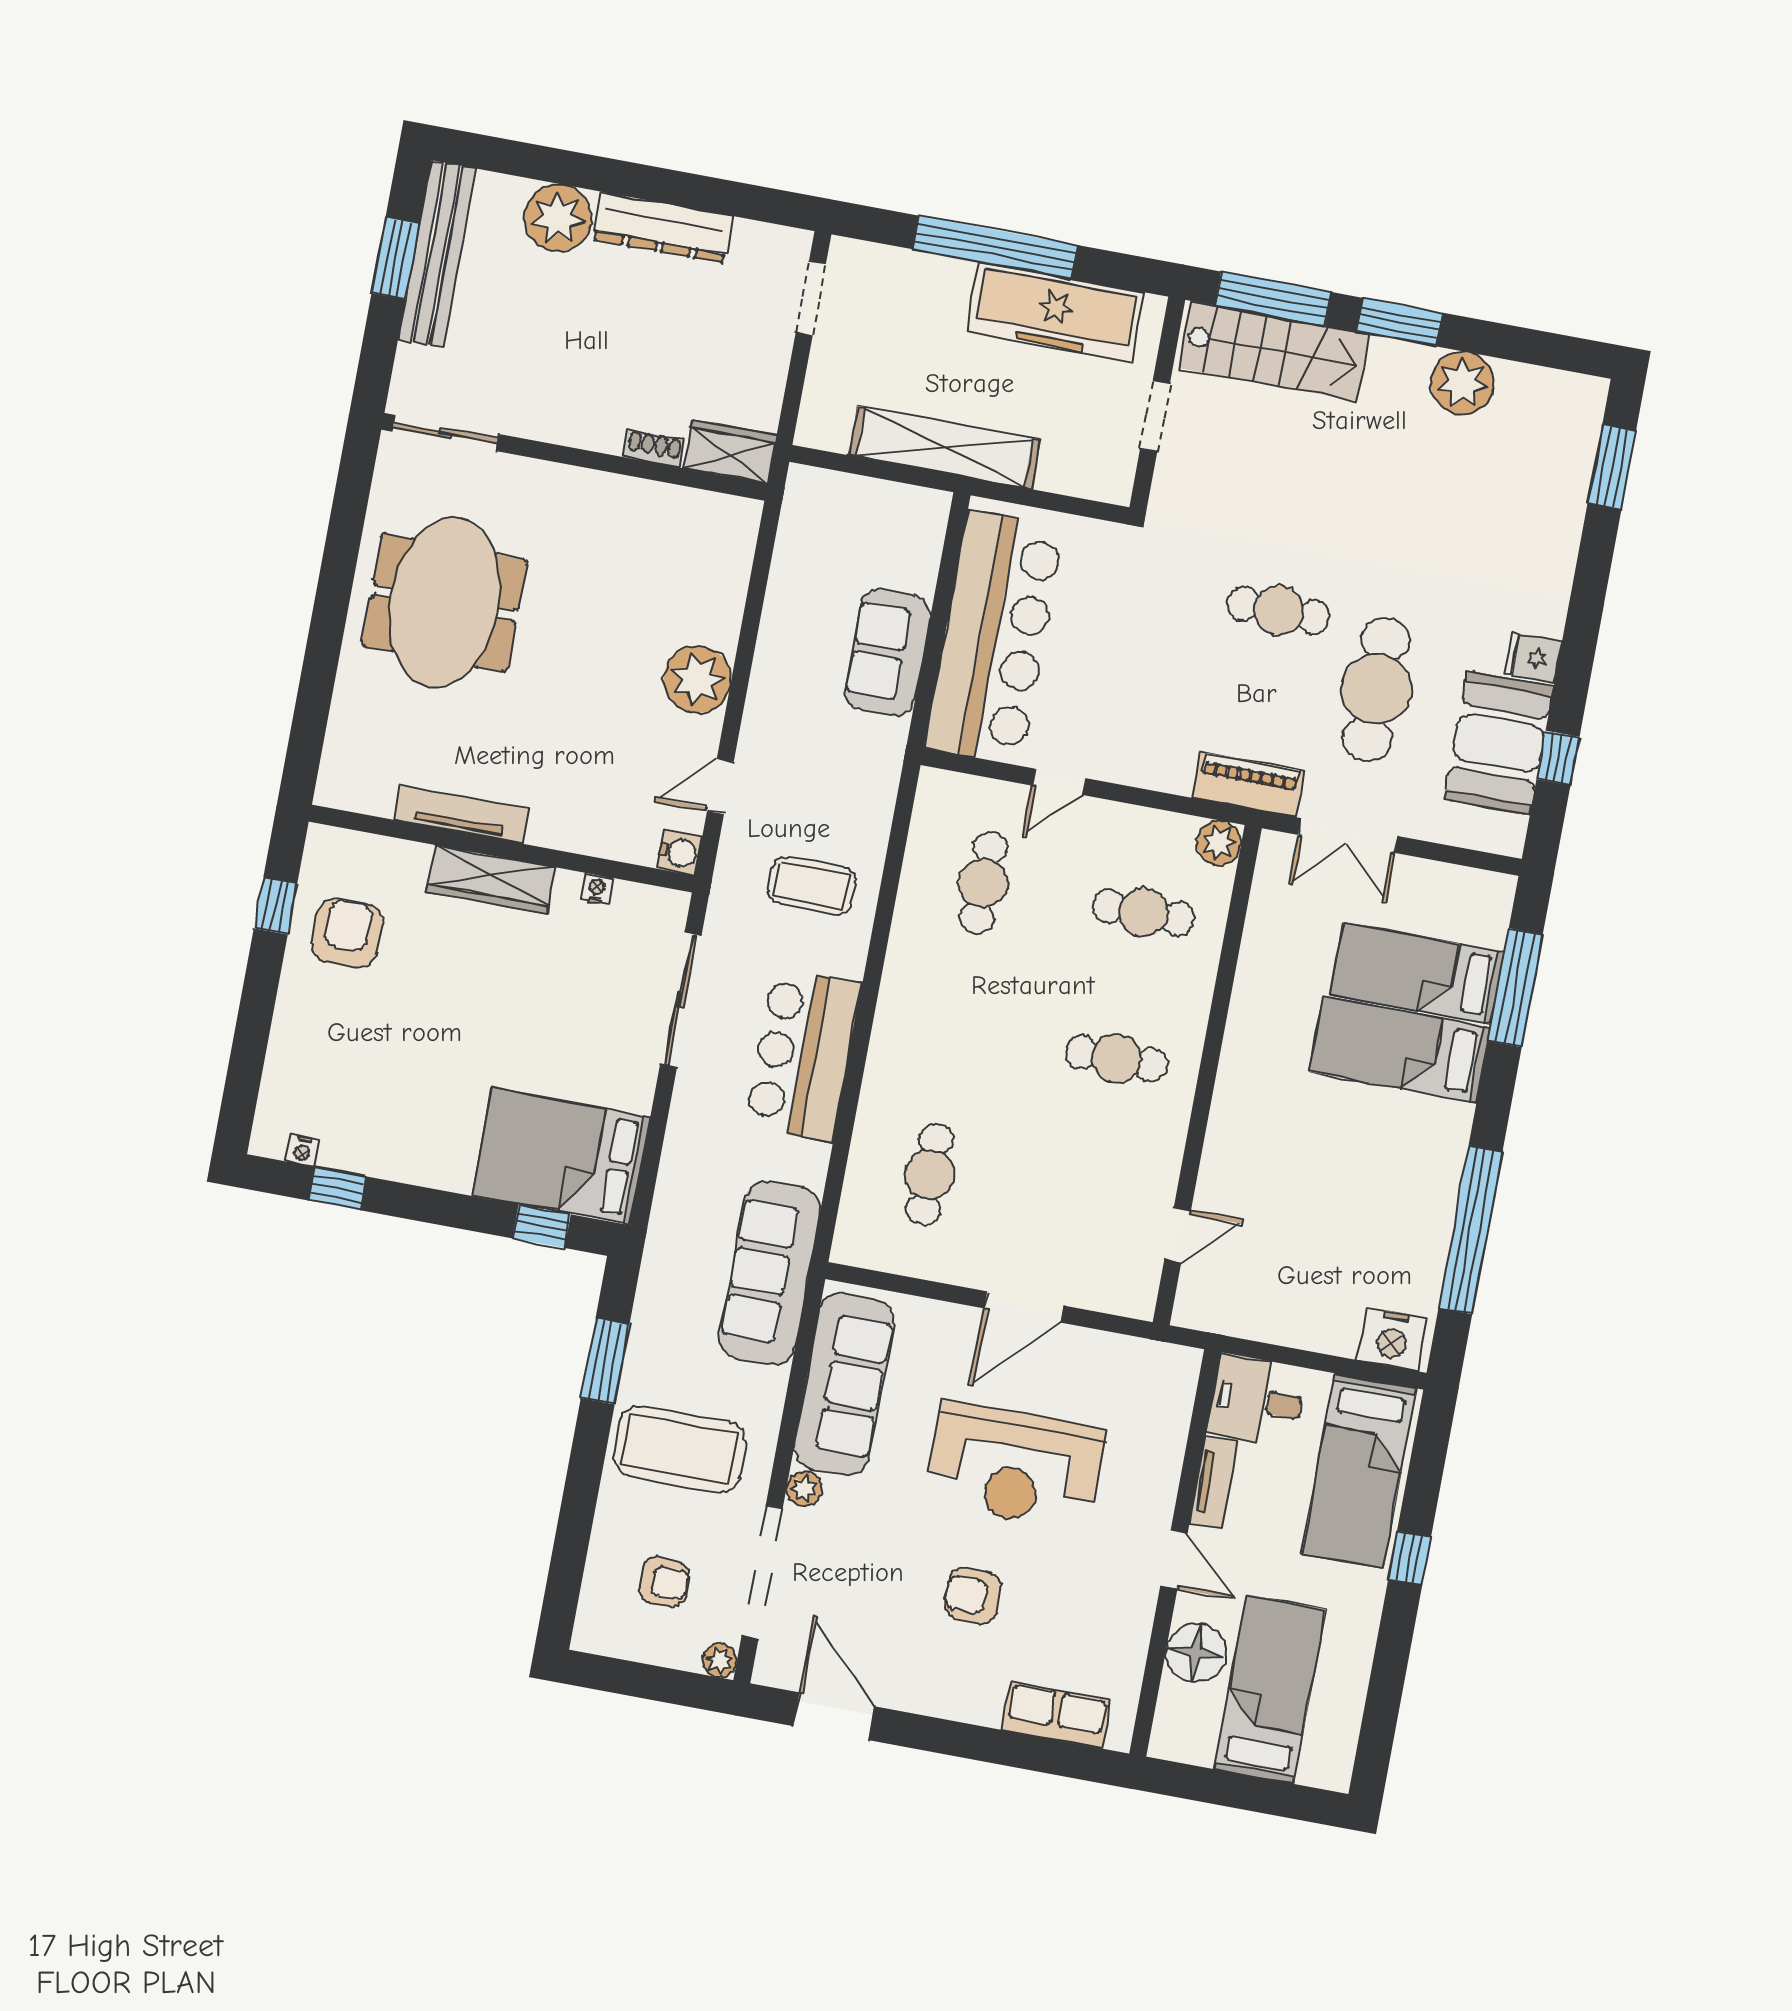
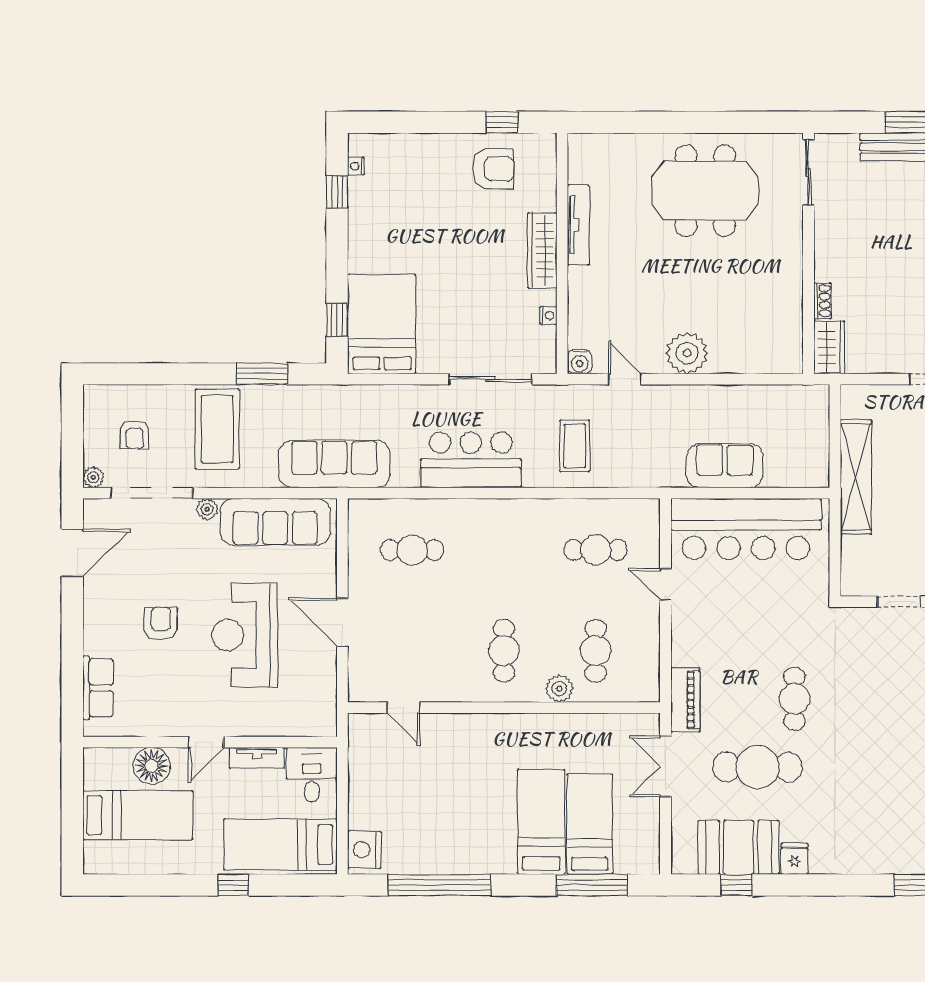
plant: (1219, 843) -> (559, 689), moved

